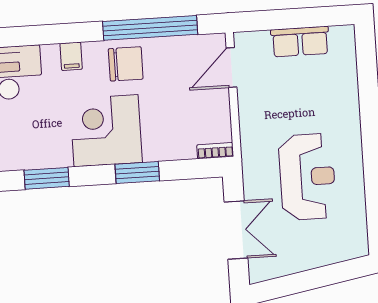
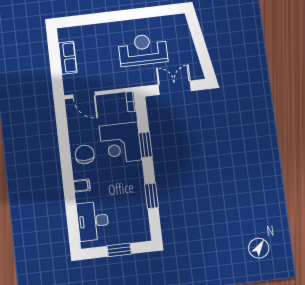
window: (150, 28) -> (64, 142), removed
corner desk: (106, 131) -> (120, 143), moved

